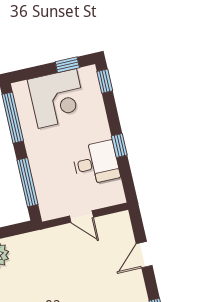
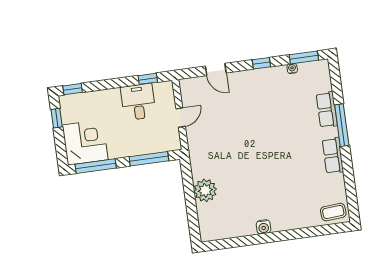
corner desk: (57, 98) -> (85, 142), moved
window: (119, 146) -> (148, 79), moved

